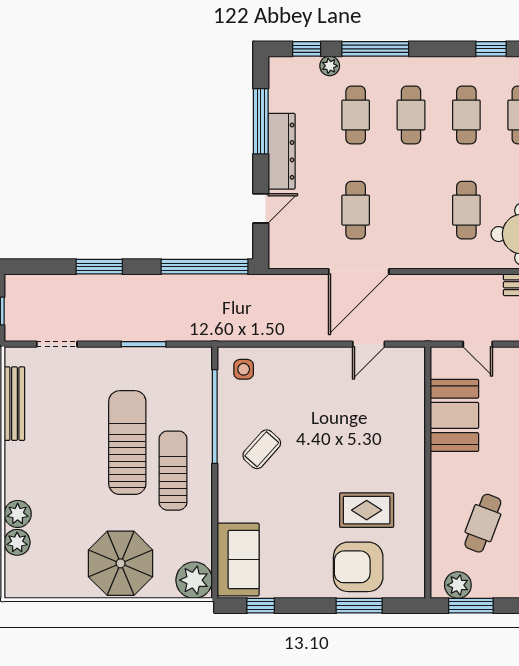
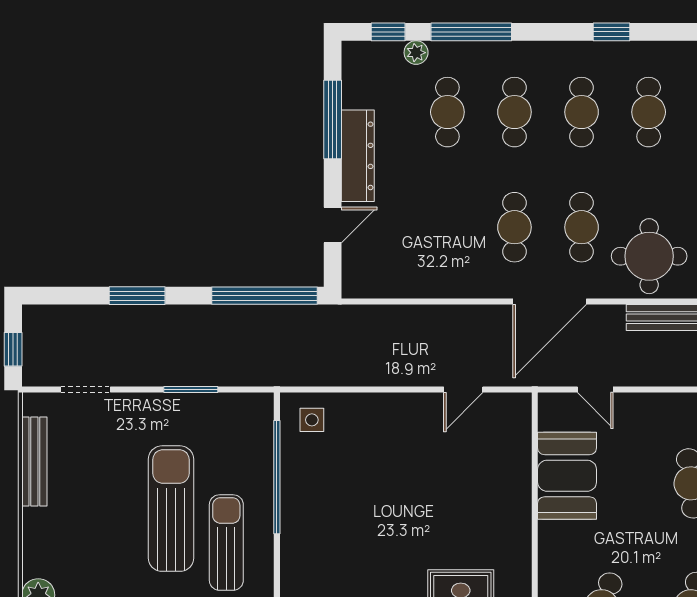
cafe table: (356, 210) -> (514, 227), moved
door: (359, 271) -> (550, 302), moved
coffee table: (262, 449) -> (334, 517), removed

